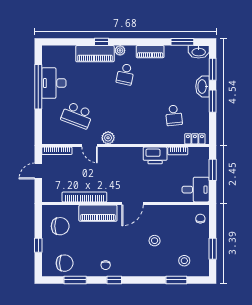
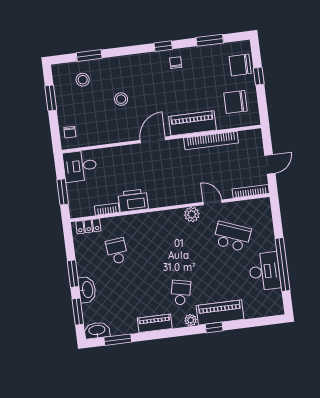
chair: (65, 263) -> (240, 65), moved

